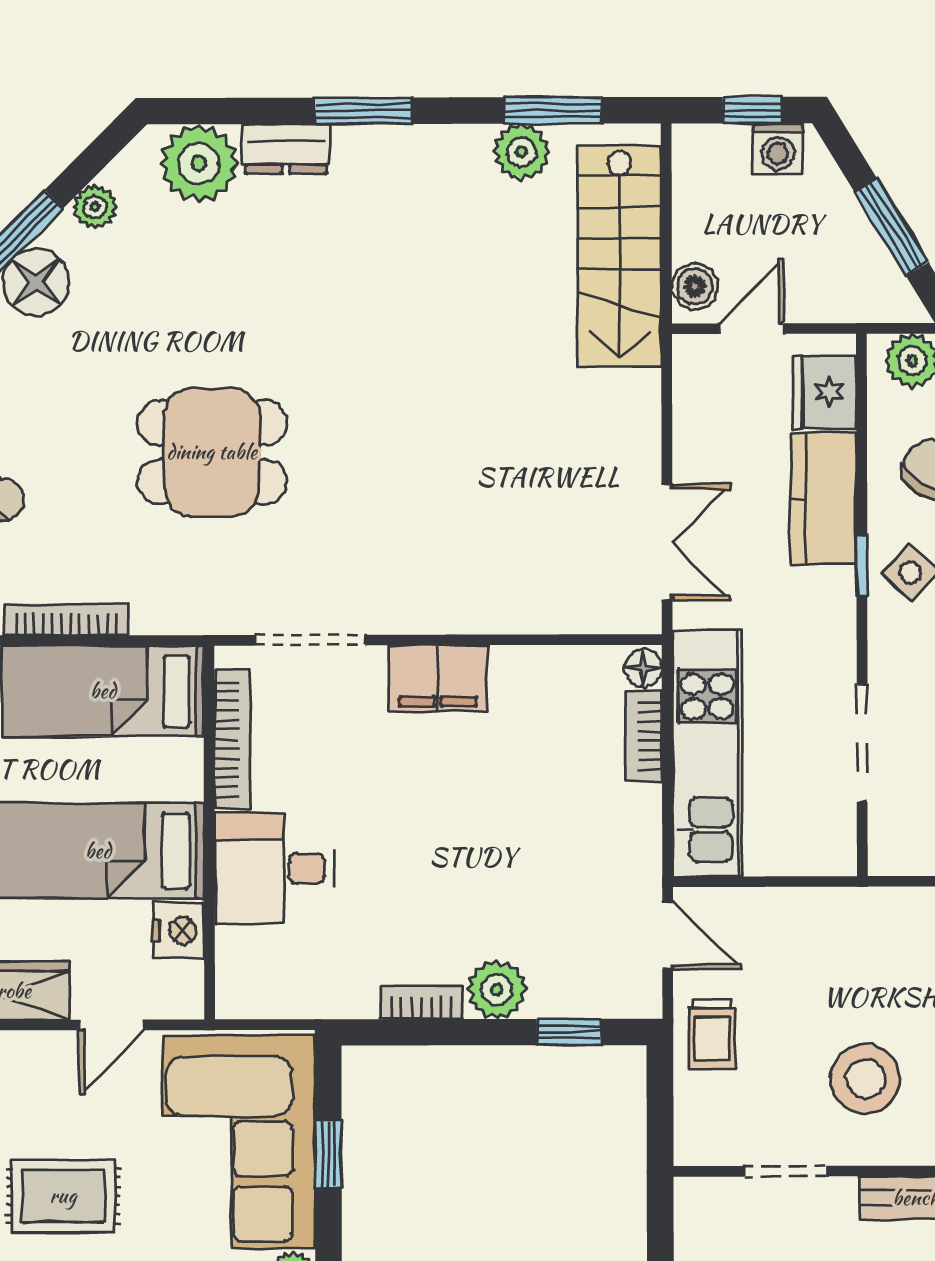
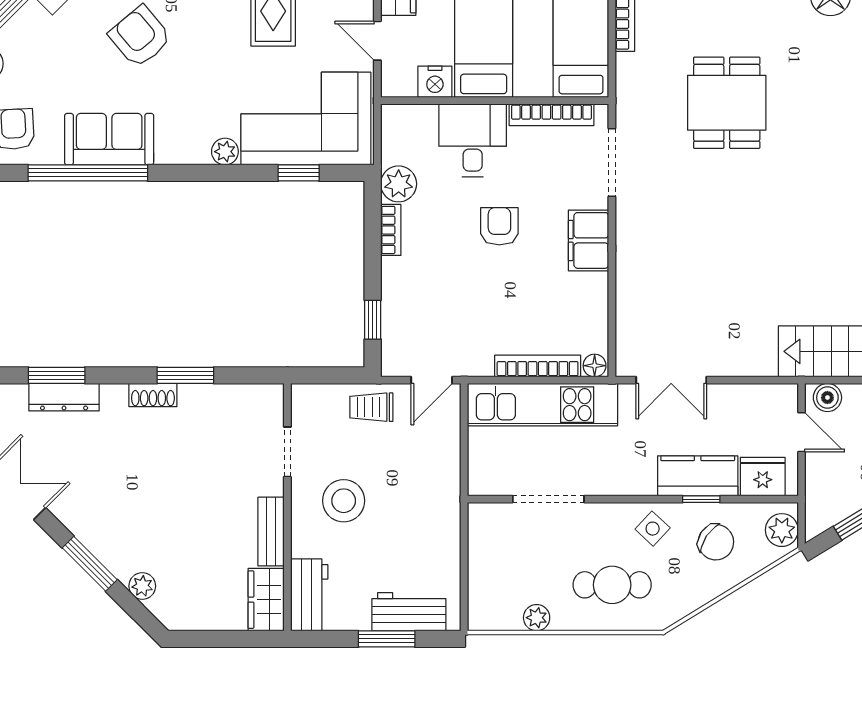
window: (862, 565) -> (701, 499), moved
bookcase: (644, 736) -> (538, 366), width x1.56
armchair: (415, 824) -> (499, 226), added
plant: (497, 990) -> (399, 184), moved

